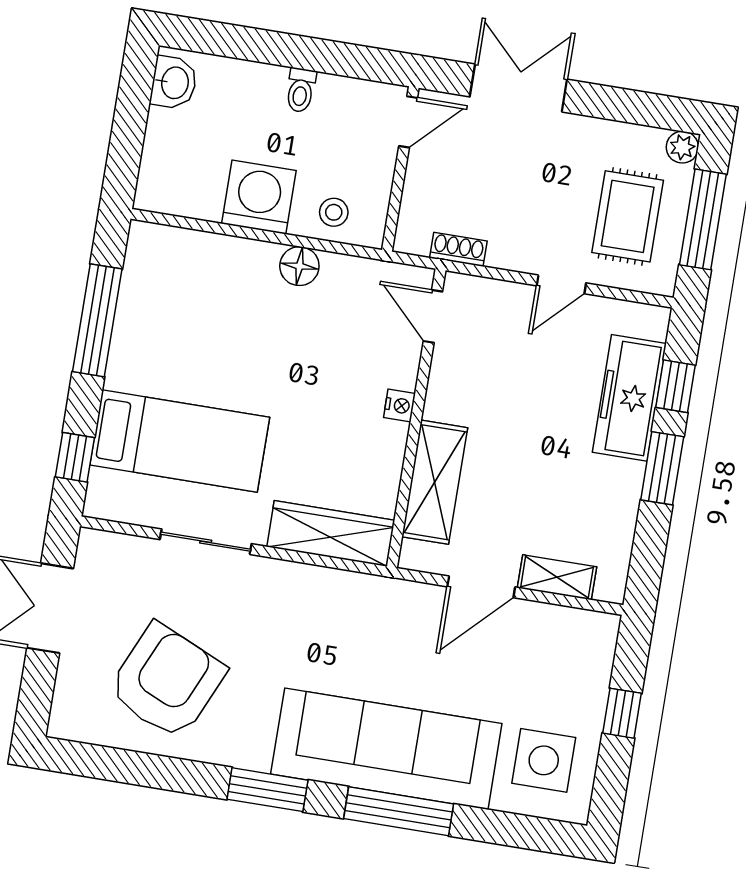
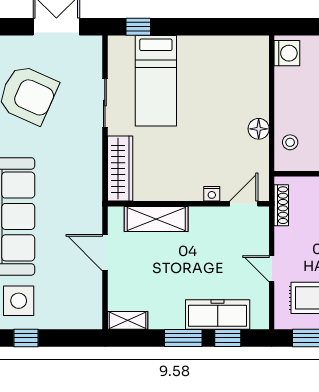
washing machine: (259, 197) -> (287, 53), moved, width x0.73, depth x0.73
shoe rack: (458, 249) -> (281, 205), width x1.43
window: (97, 320) -> (213, 27), removed
nightstand: (400, 405) -> (212, 194), moved
shelving: (557, 577) -> (128, 320), moved, turned 90
window: (622, 713) -> (26, 338), moved

